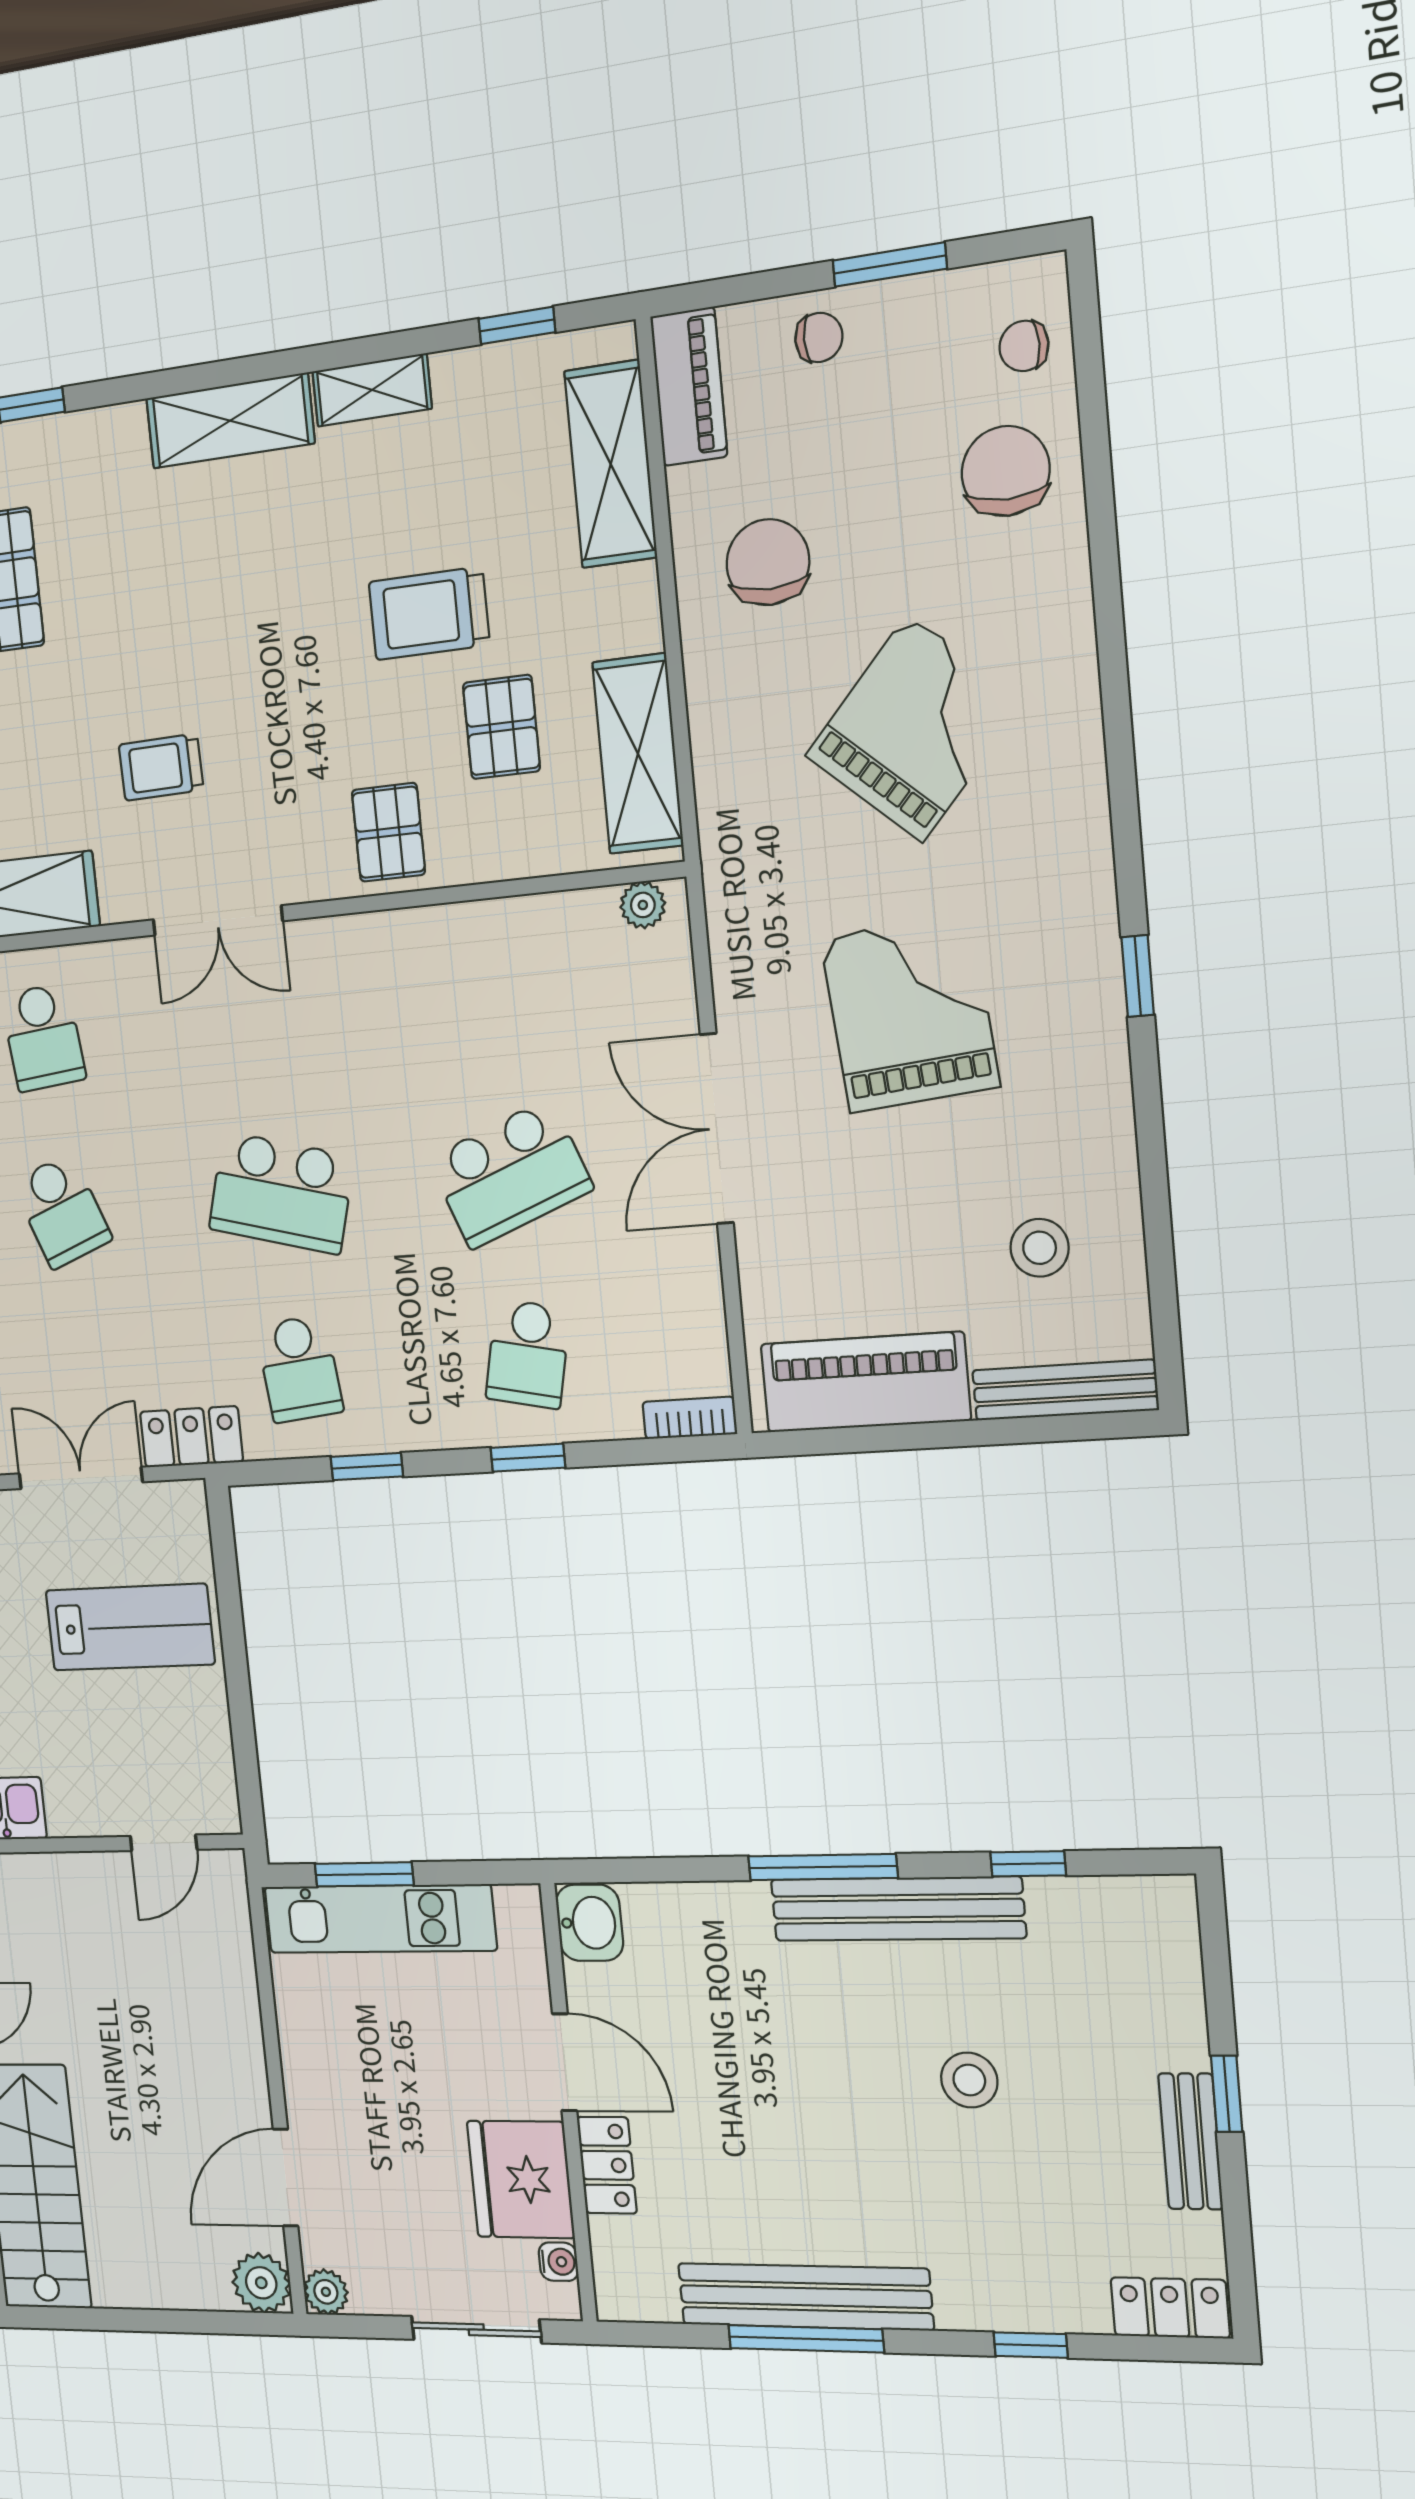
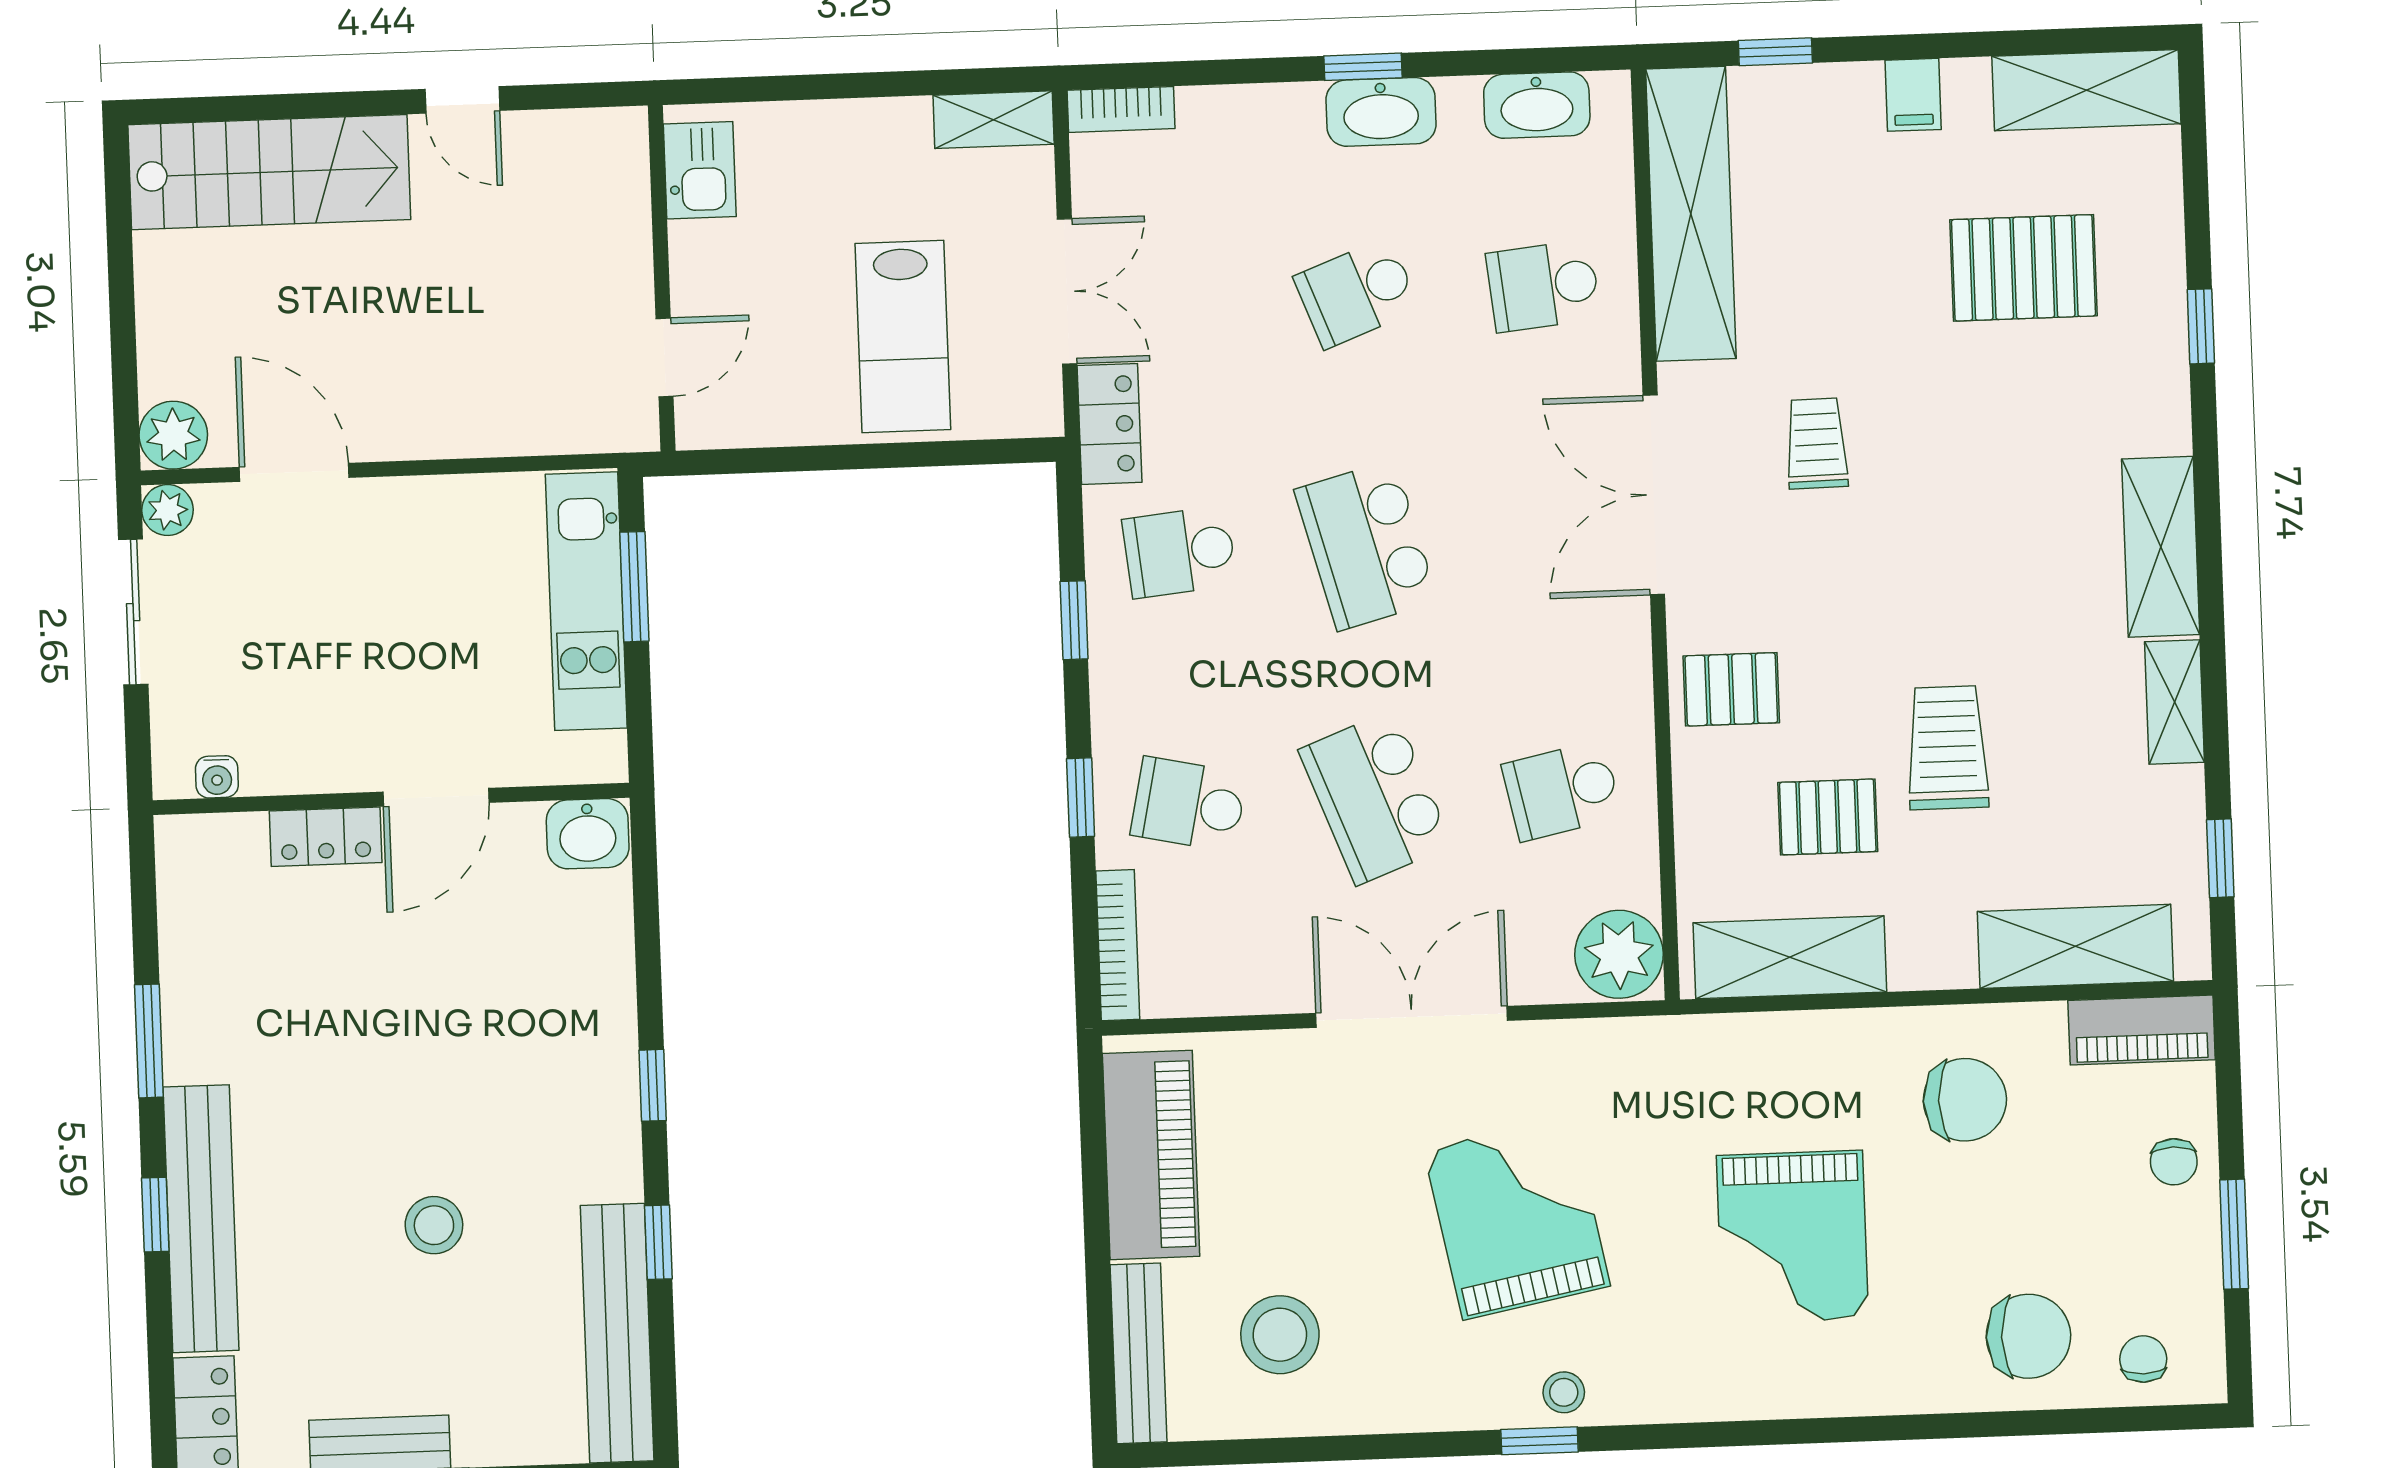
grand piano: (915, 728) -> (1792, 1237), turned 48
plant: (643, 905) -> (1619, 954), width x1.88, depth x1.88
double door: (218, 920) -> (1654, 495), width x1.37
stool: (1086, 954) -> (1564, 1392), added
school desk: (493, 992) -> (1562, 791), added
grand piano: (910, 1012) -> (1517, 1218), turned -96
school desk: (281, 1193) -> (1366, 545), turned -30
stool: (1040, 1248) -> (1280, 1335), width x1.38, depth x1.38
bookcase: (690, 1418) -> (1118, 945), width x1.56
door: (164, 1843) -> (665, 357), swing flipped
window: (1028, 1864) -> (658, 1242), moved
window: (823, 1867) -> (653, 1085), width x0.46
bench: (898, 1909) -> (617, 1333), moved
fridge: (521, 2179) -> (305, 740), removed
bench: (805, 2297) -> (201, 1219), moved
sliding door: (476, 2330) -> (133, 612), moved
window: (806, 2339) -> (149, 1041), width x0.69
window: (1031, 2345) -> (155, 1215), moved

